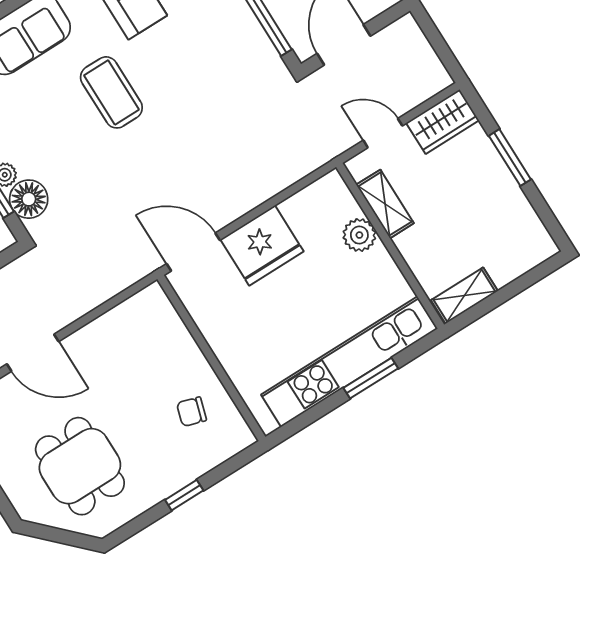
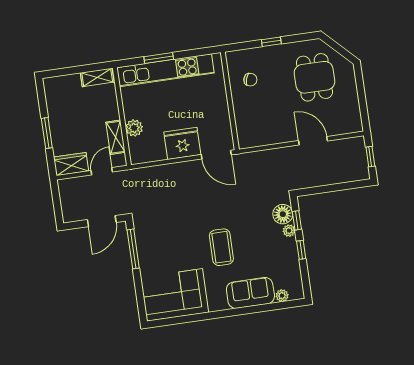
door: (383, 133) -> (102, 171), swing flipped

